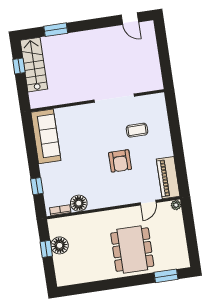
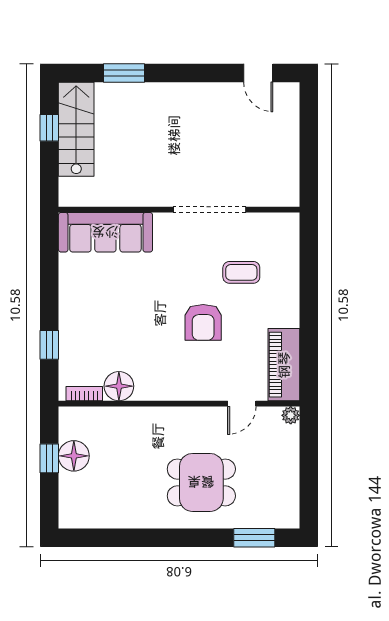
sofa: (46, 136) -> (105, 232), moved, turned 90
dining table: (132, 250) -> (201, 482), width x0.73

